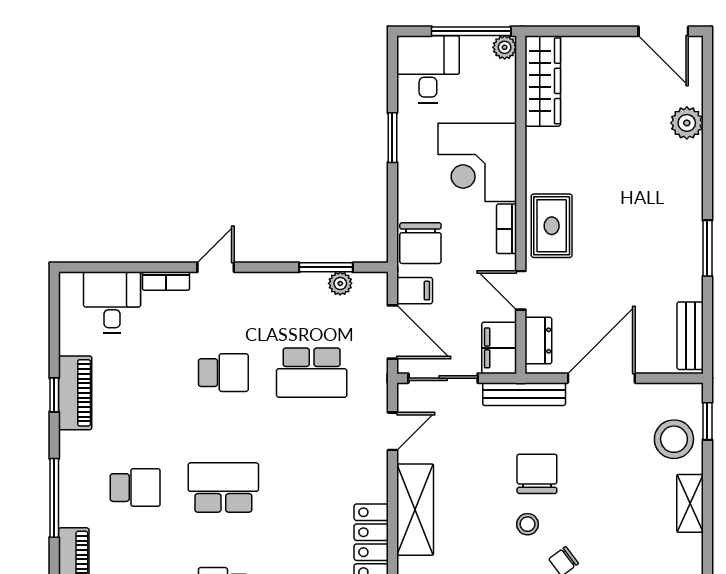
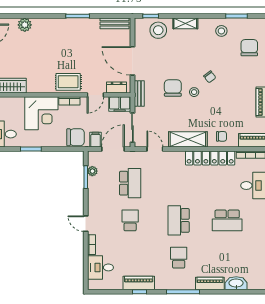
bench: (524, 394) -> (139, 93), width x0.73
chair: (537, 474) -> (173, 88), turned 90

